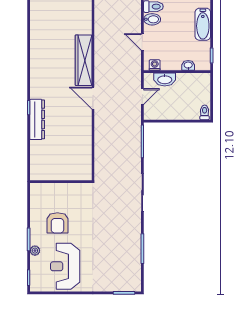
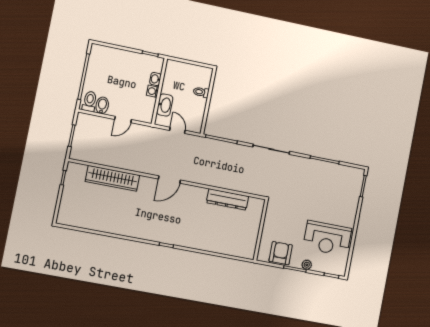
bathtub: (203, 24) -> (117, 56), removed
wardrobe: (84, 60) -> (112, 178), moved
washing machine: (155, 65) -> (153, 91), moved
toilet: (205, 112) -> (201, 92), moved
dresser: (37, 119) -> (227, 199), moved, turned 180
wall: (61, 182) -> (261, 230), moved
armchair: (57, 223) -> (281, 253), moved, turned -90

